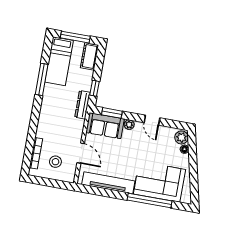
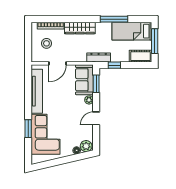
wardrobe: (45, 120) -> (80, 28), added
window: (150, 200) -> (28, 129), width x0.47

